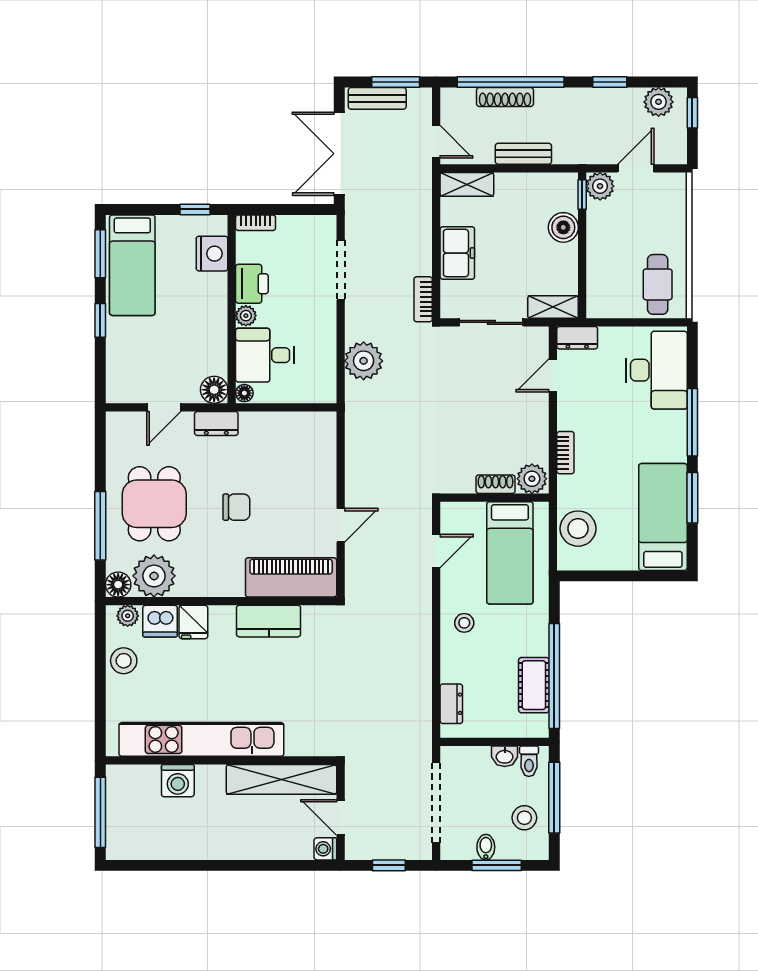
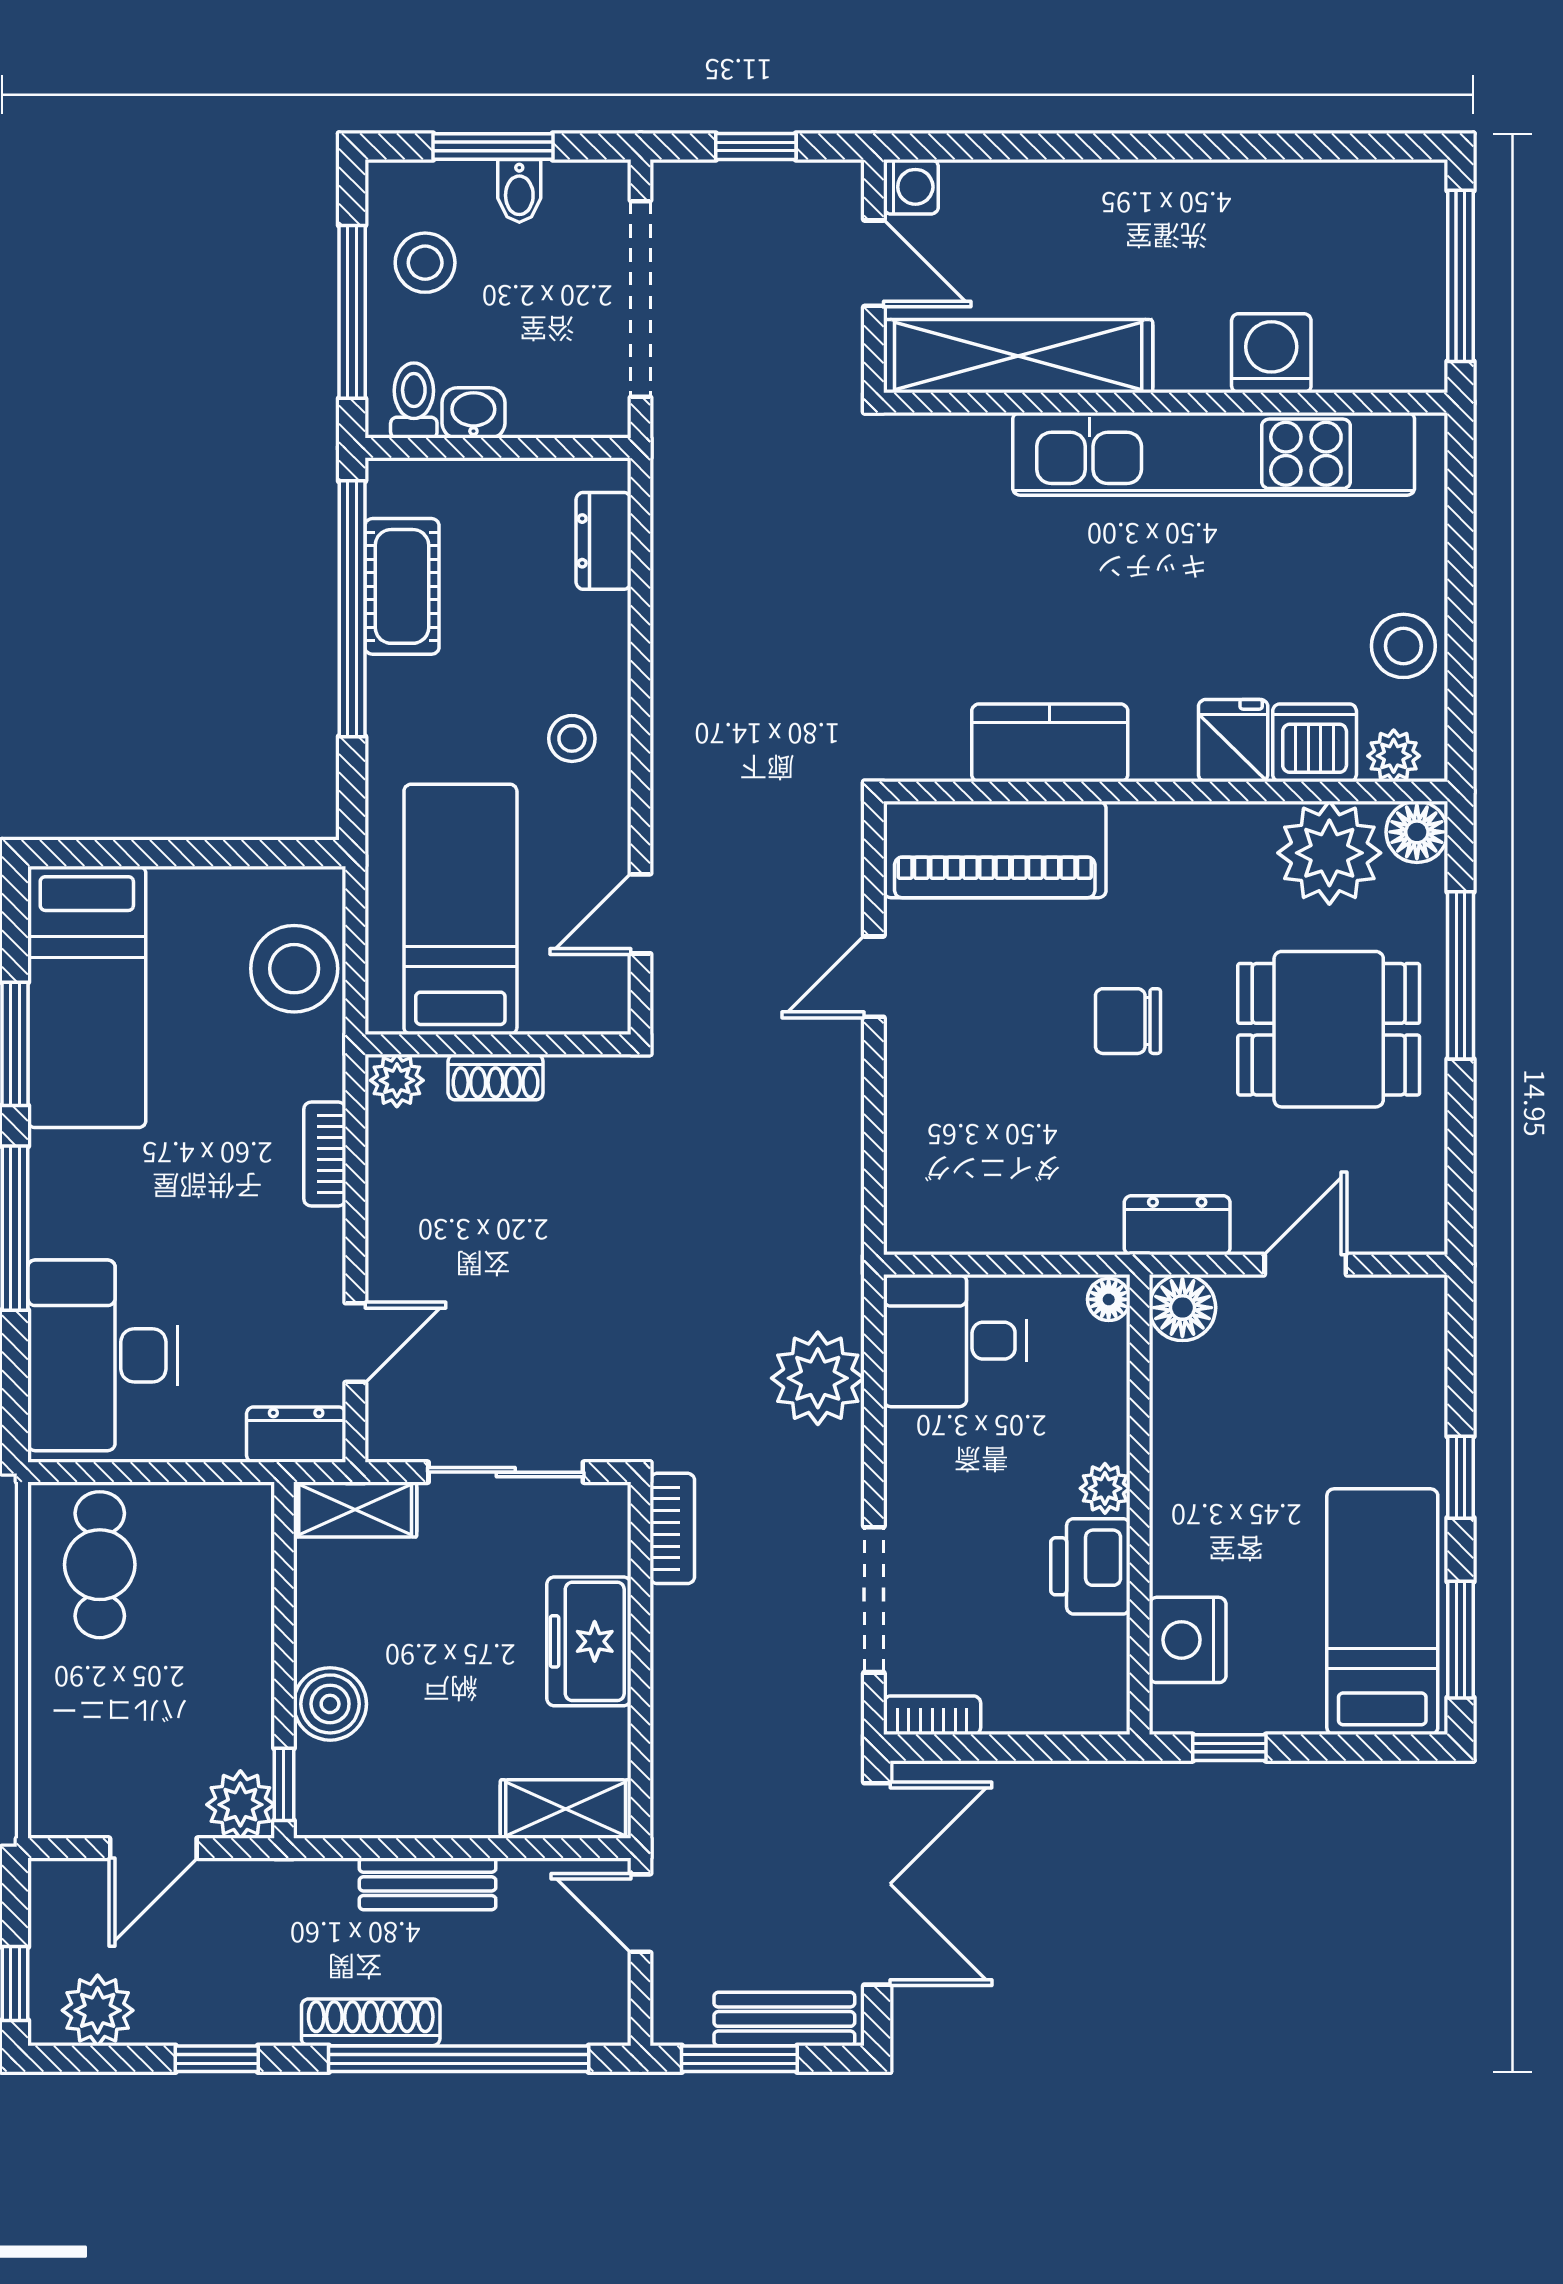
shoe rack: (505, 97) -> (371, 2022), moved
bookcase: (256, 223) -> (932, 1715), moved
desk: (265, 355) -> (955, 1341), moved, turned 180
plant: (532, 479) -> (397, 1080), width x0.73, depth x0.73
dining table: (154, 504) -> (1329, 1029), turned 90

